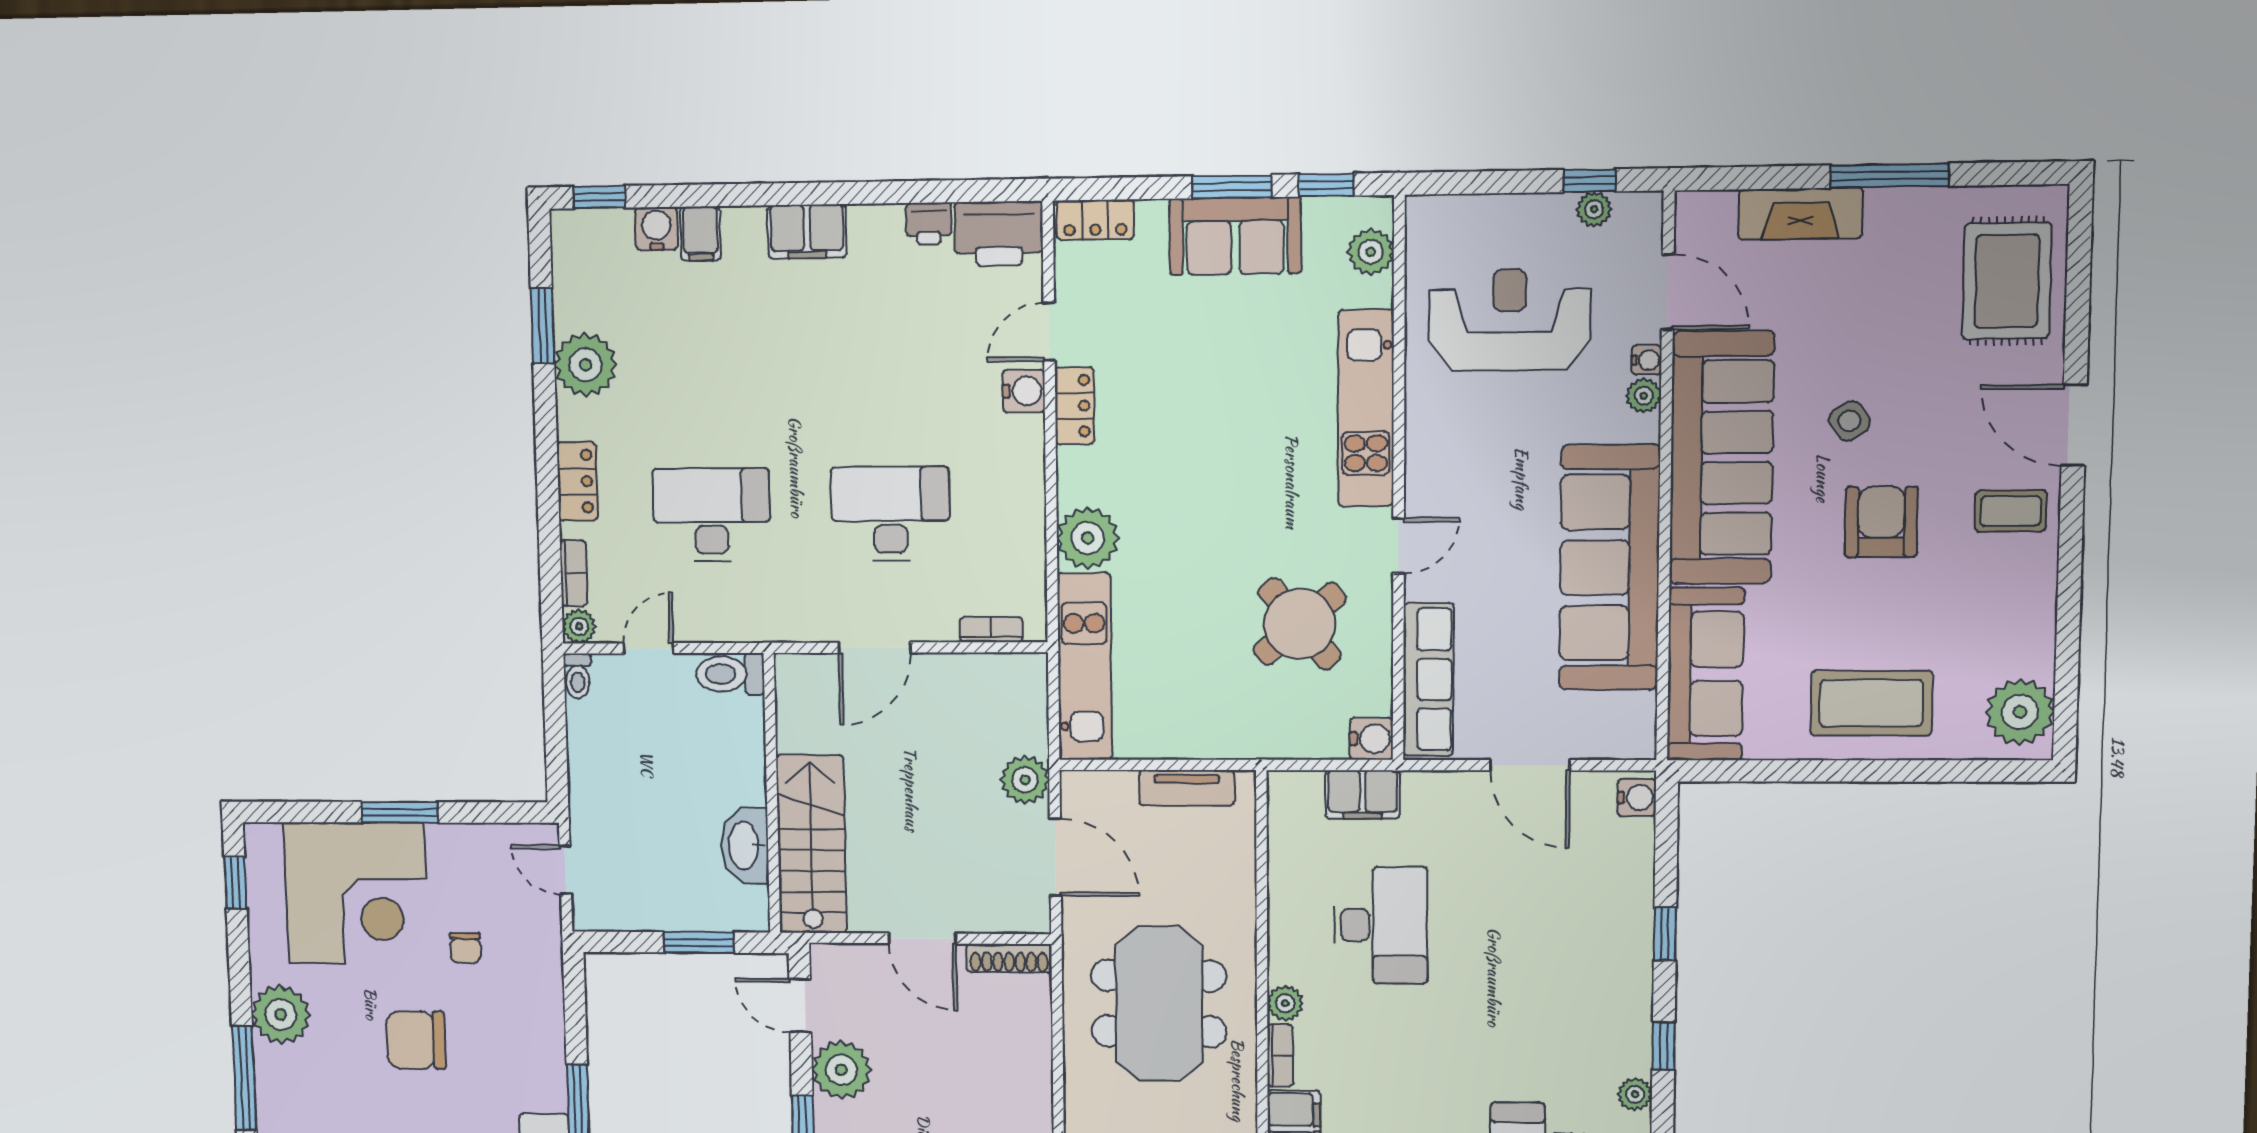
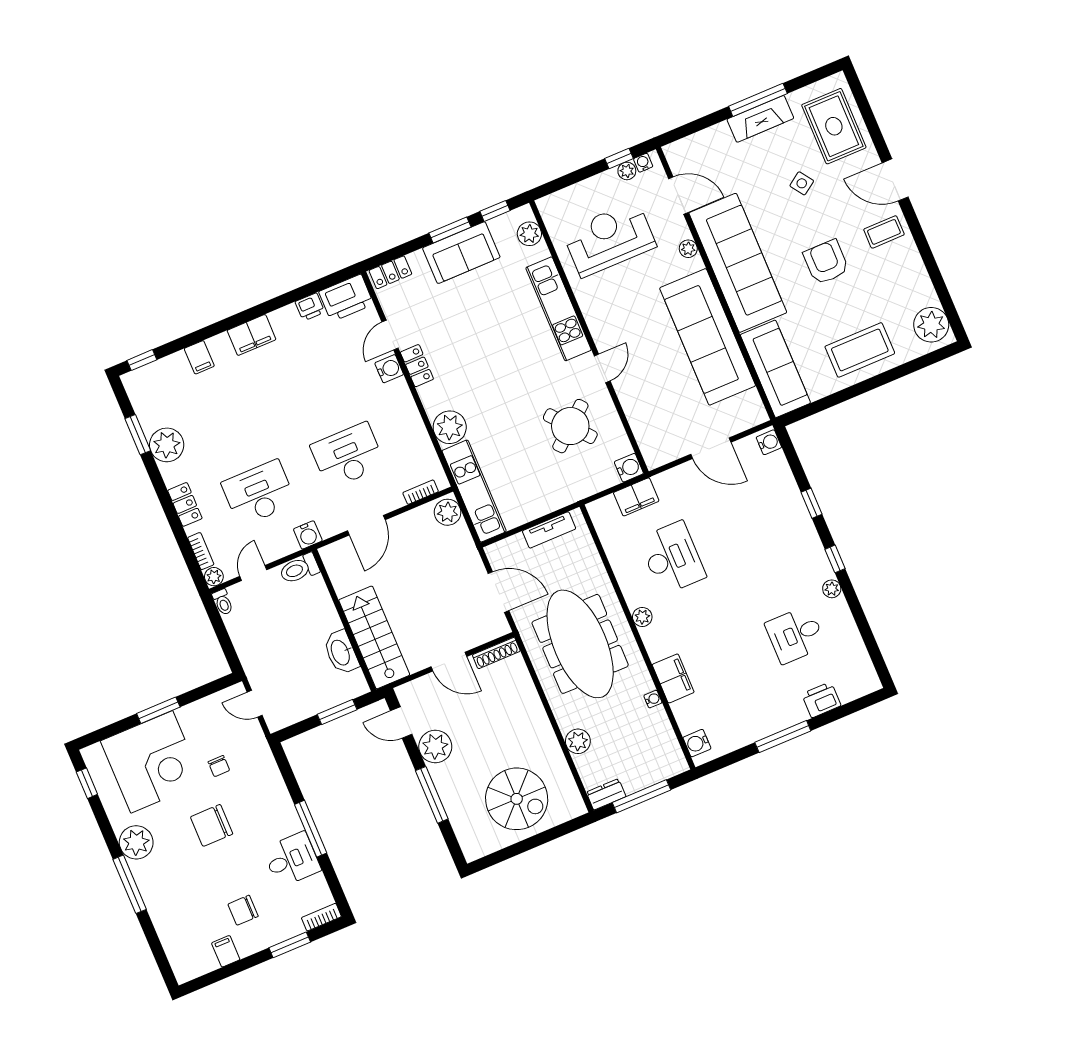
fireplace: (1801, 214) -> (760, 119), moved
water cooler: (656, 229) -> (308, 535), moved, turned 180
water cooler: (1647, 360) -> (643, 163), moved, turned -90
side table: (1850, 421) -> (802, 183), moved
row of seats: (1428, 679) -> (644, 427), removed
plant: (1025, 780) -> (448, 512), moved
meeting table: (1159, 1004) -> (580, 644), width x1.36
bookcase: (1280, 1055) -> (651, 644), removed

